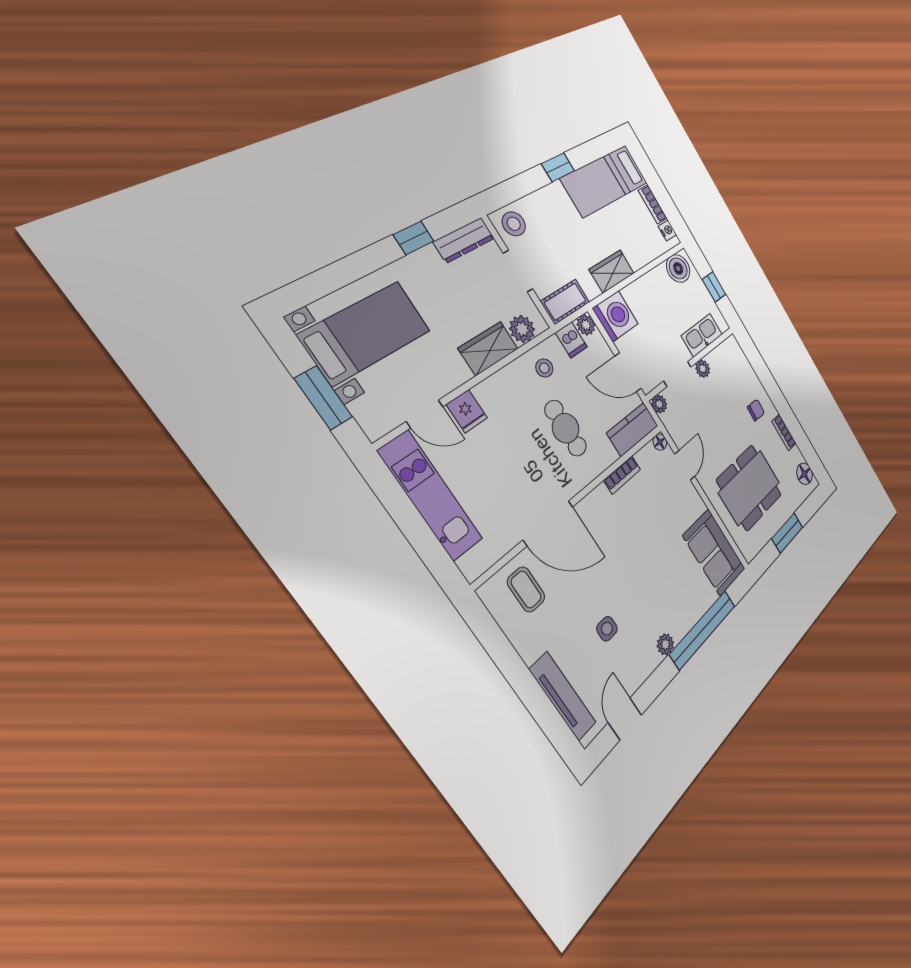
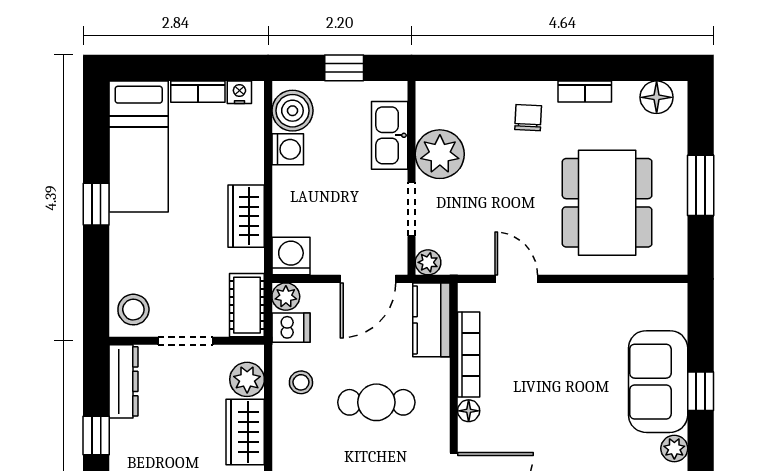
washing machine: (659, 277) -> (288, 149), added
washing machine: (615, 316) -> (291, 256), width x0.73, depth x0.73
plant: (703, 369) -> (440, 154), width x1.88, depth x1.88
floor lamp: (660, 442) -> (469, 411), moved
bookcase: (622, 475) -> (469, 355), width x1.56
sofa: (714, 552) -> (658, 382), moved, turned 90
window: (703, 630) -> (701, 391), width x0.32

